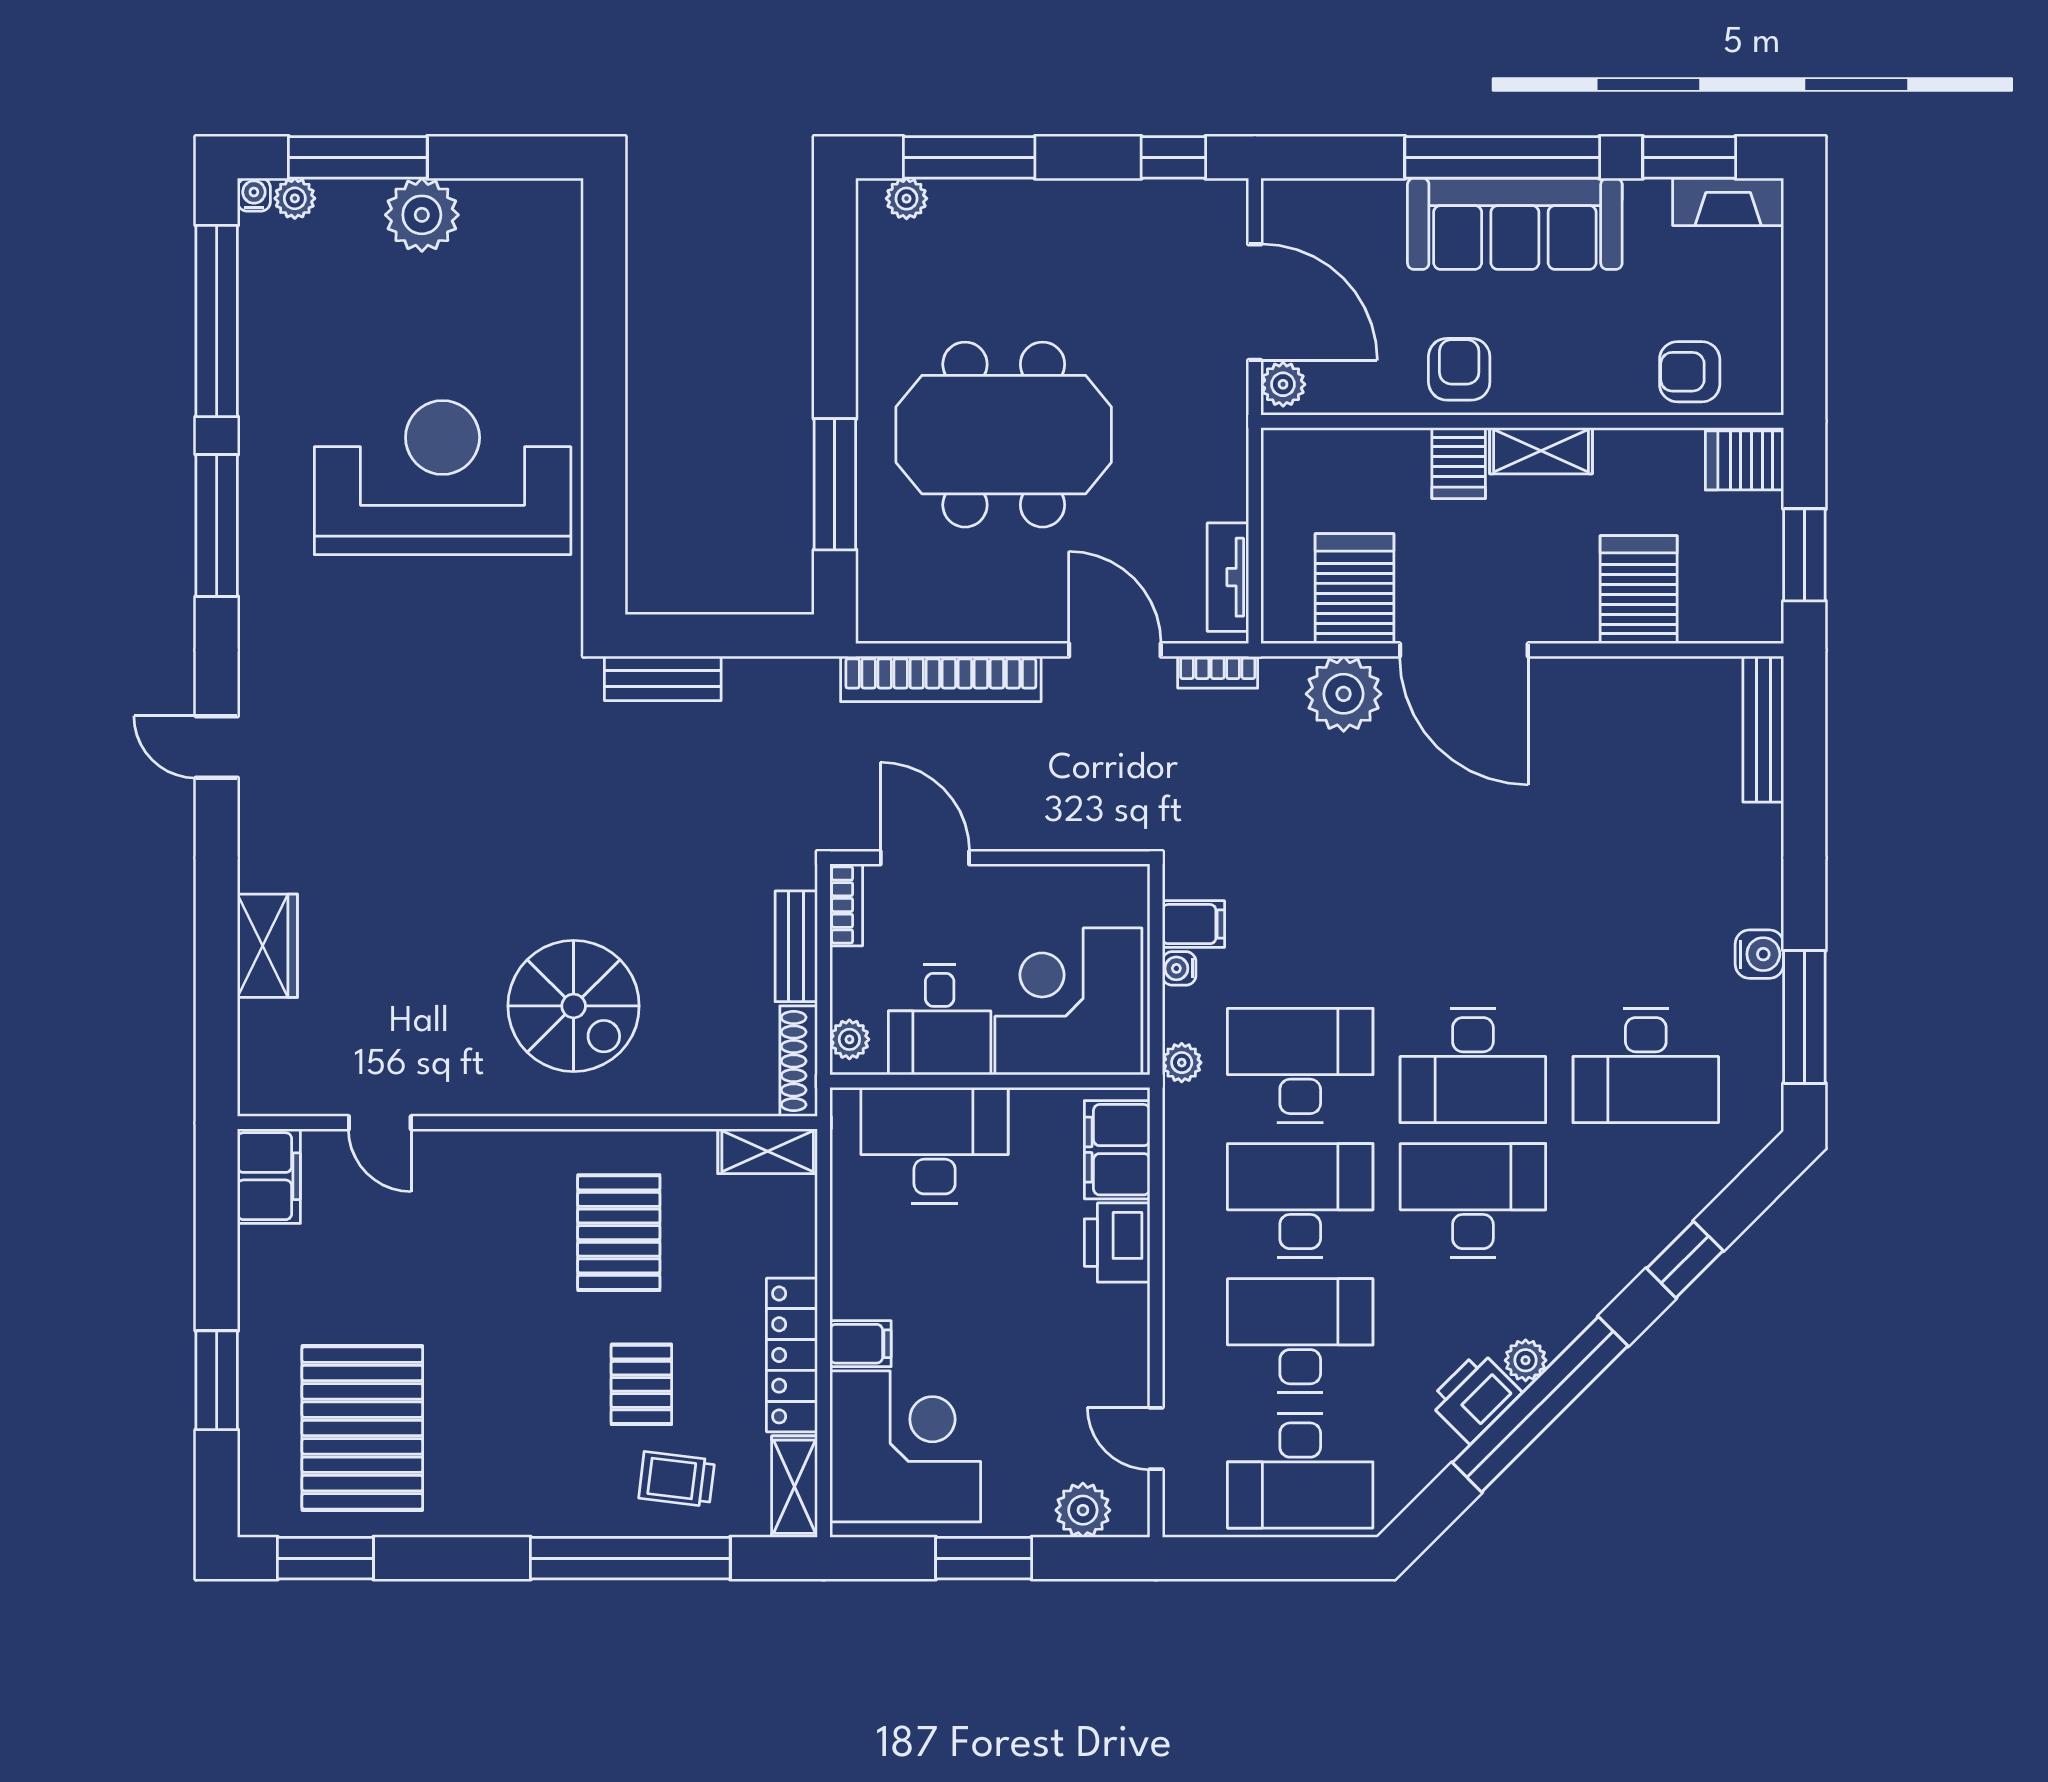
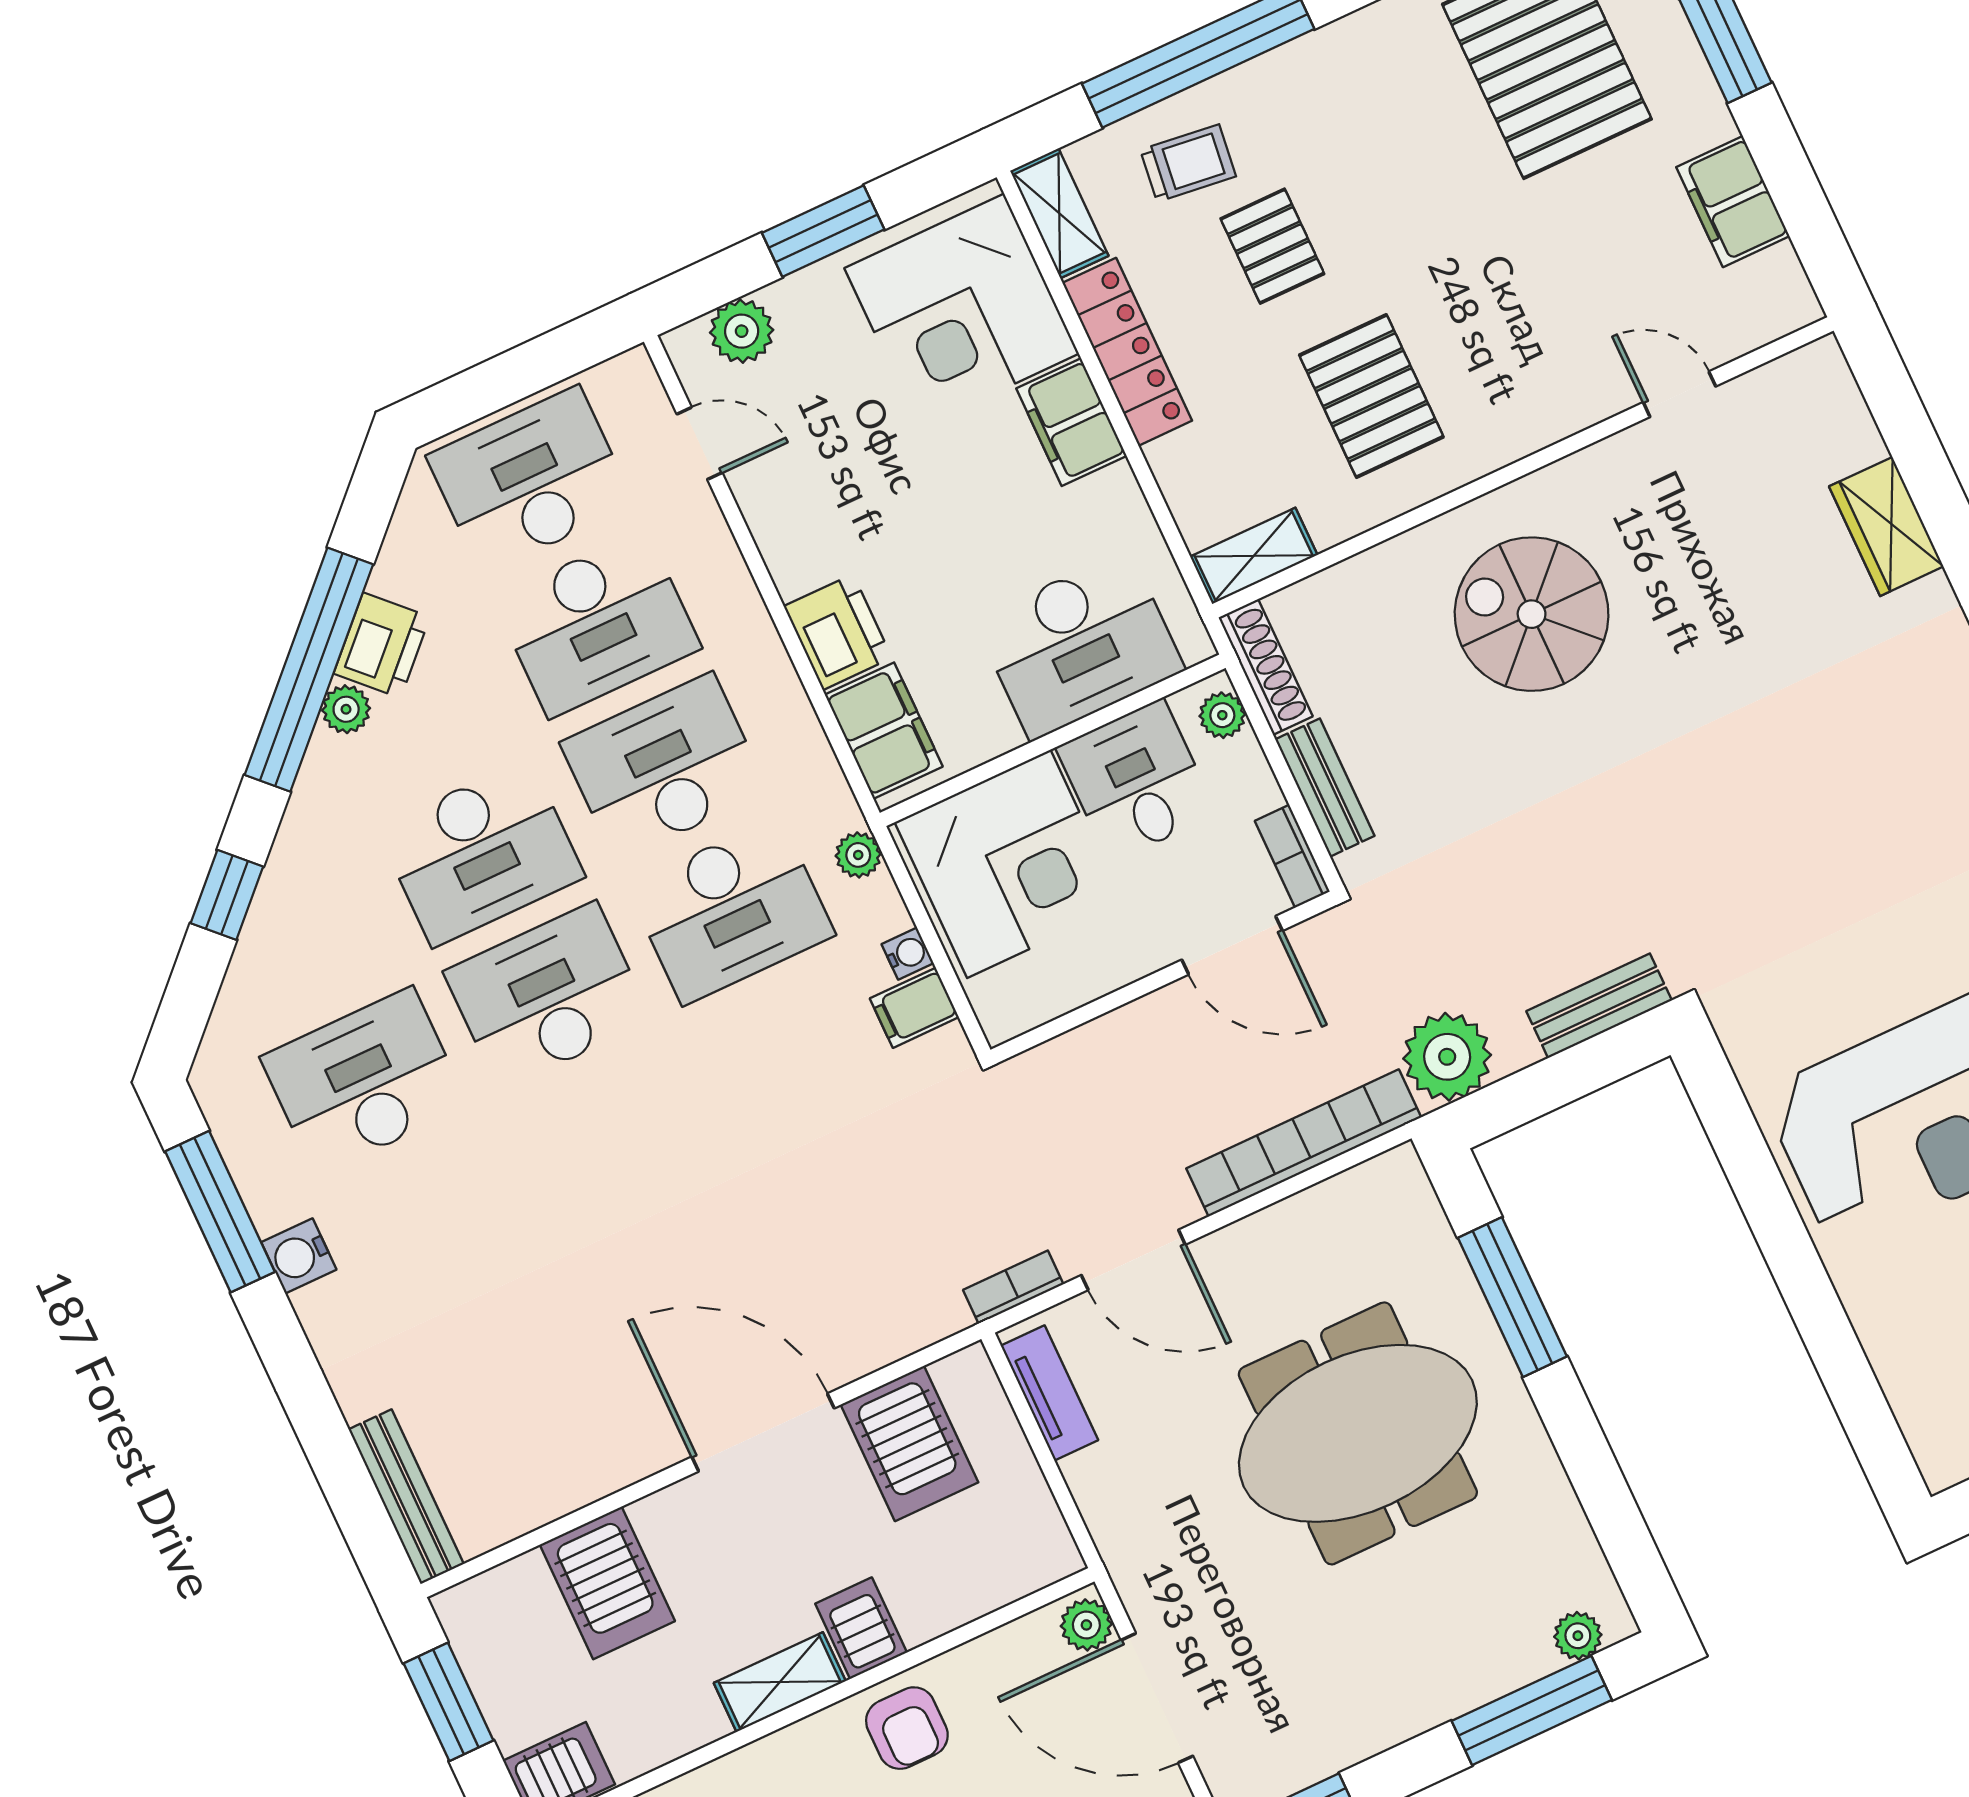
plant: (1344, 694) -> (1447, 1057), moved
filing cabinet: (269, 1176) -> (1733, 202), moved
desk: (1300, 1201) -> (664, 767), turned 180
filing cabinet: (860, 1344) -> (1071, 422), width x2.00

